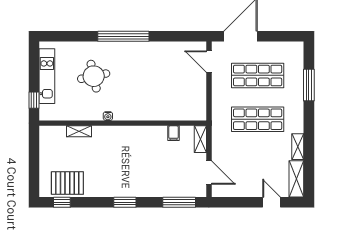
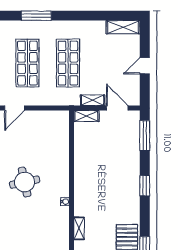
round table: (94, 76) -> (25, 182), moved
filing cabinet: (173, 133) -> (81, 141), removed
shelving: (298, 147) -> (93, 100), moved
door: (209, 173) -> (117, 108), hinge flipped
door: (271, 202) -> (145, 66), moved

